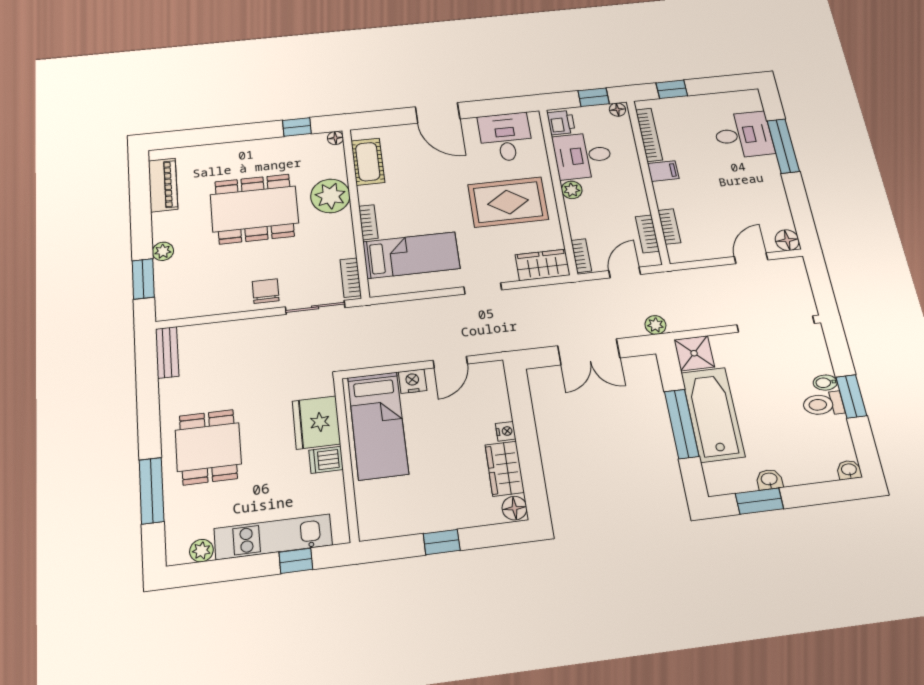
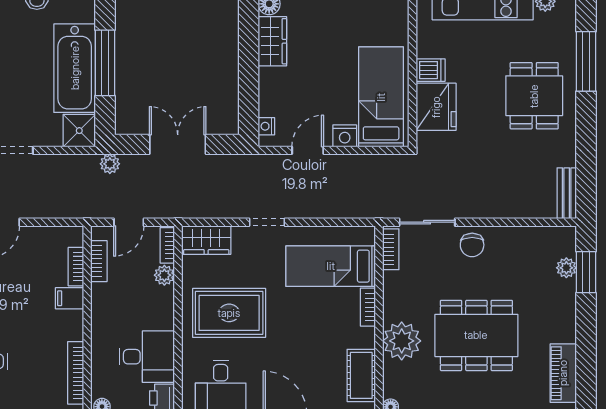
filing cabinet: (663, 171) -> (69, 298), moved
plant: (572, 190) -> (164, 275), moved
plant: (163, 251) -> (566, 268), moved
nightstand: (506, 431) -> (266, 126), moved

